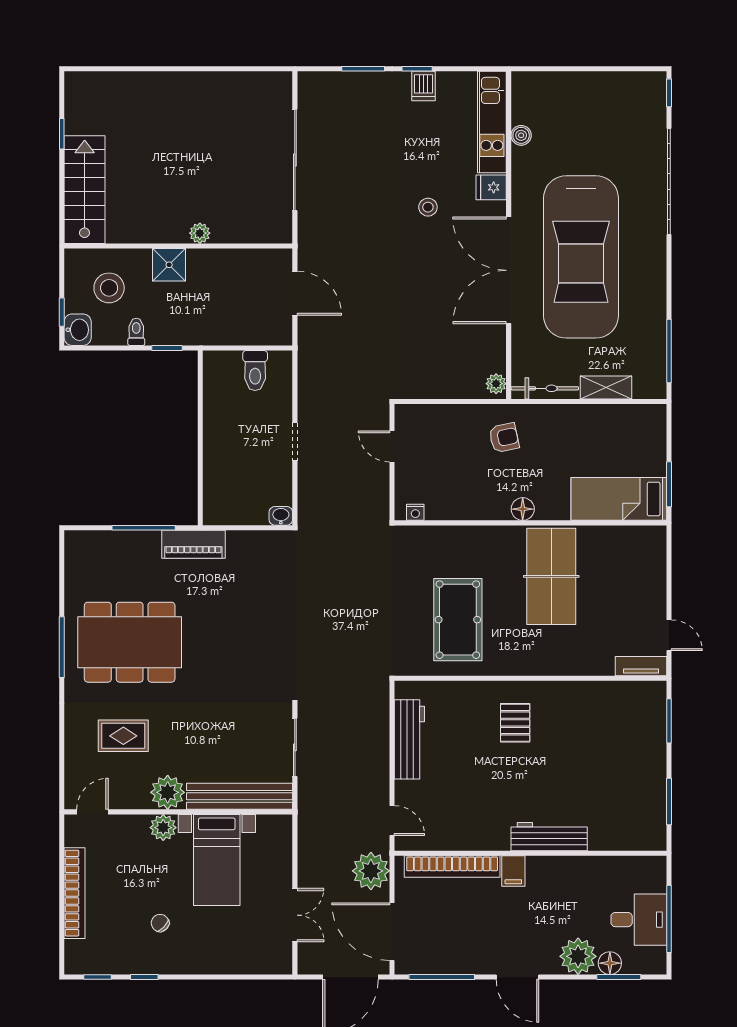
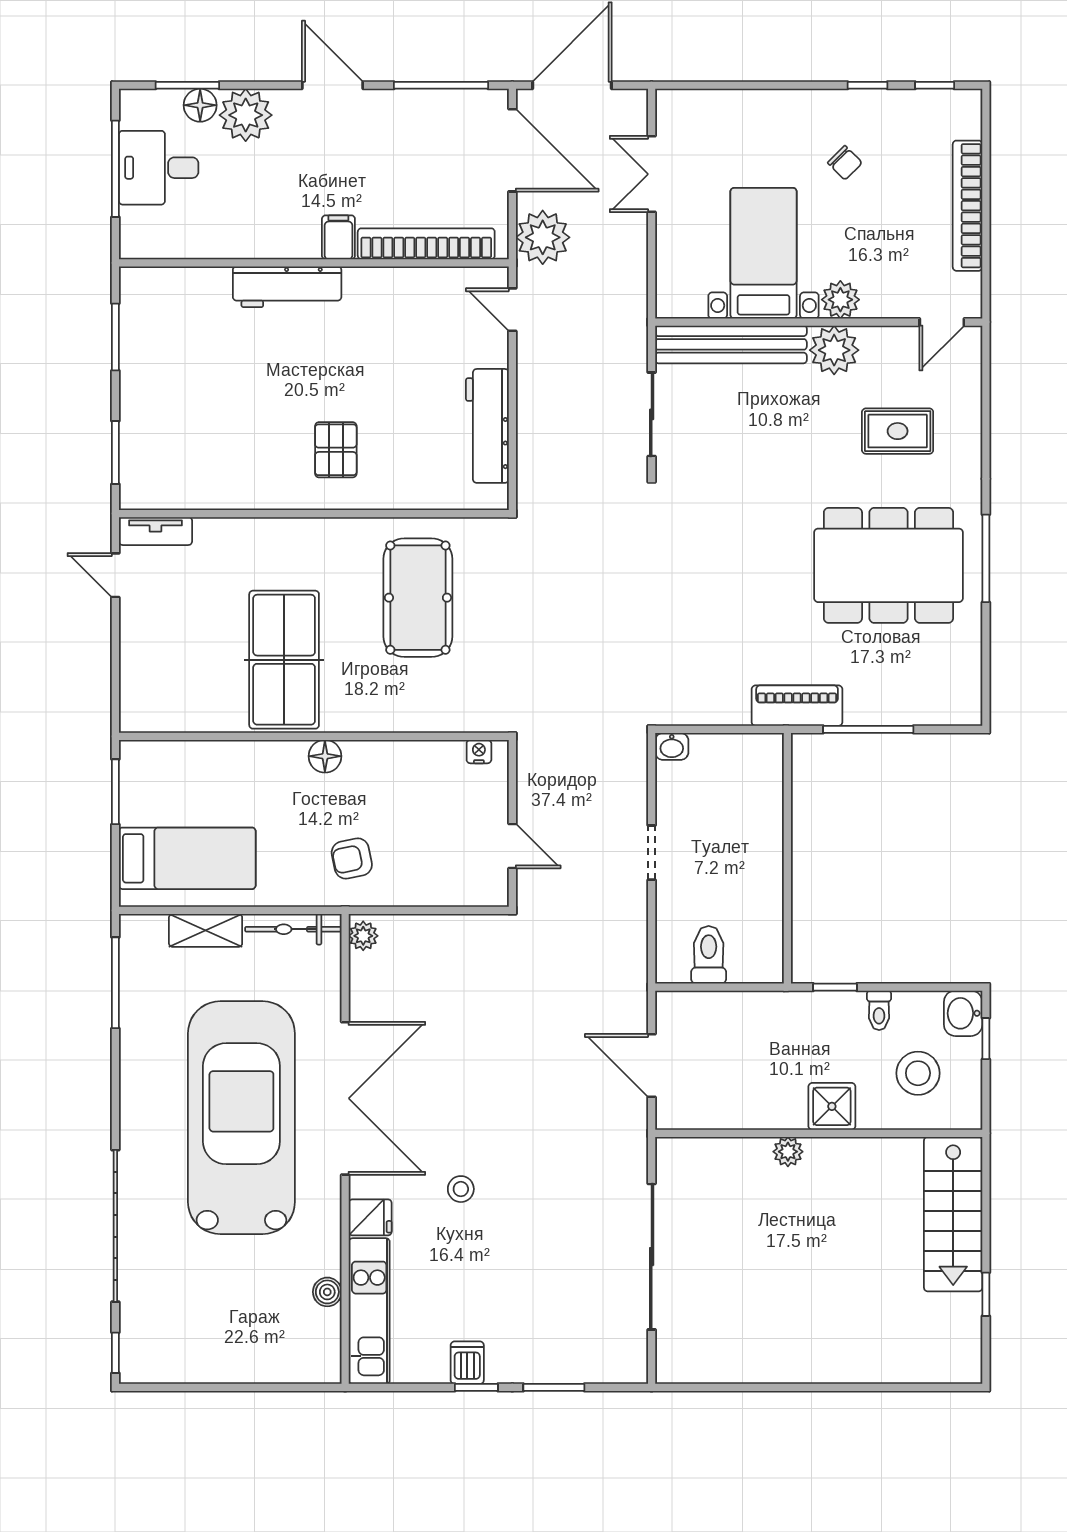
bed: (619, 499) -> (187, 858), moved

